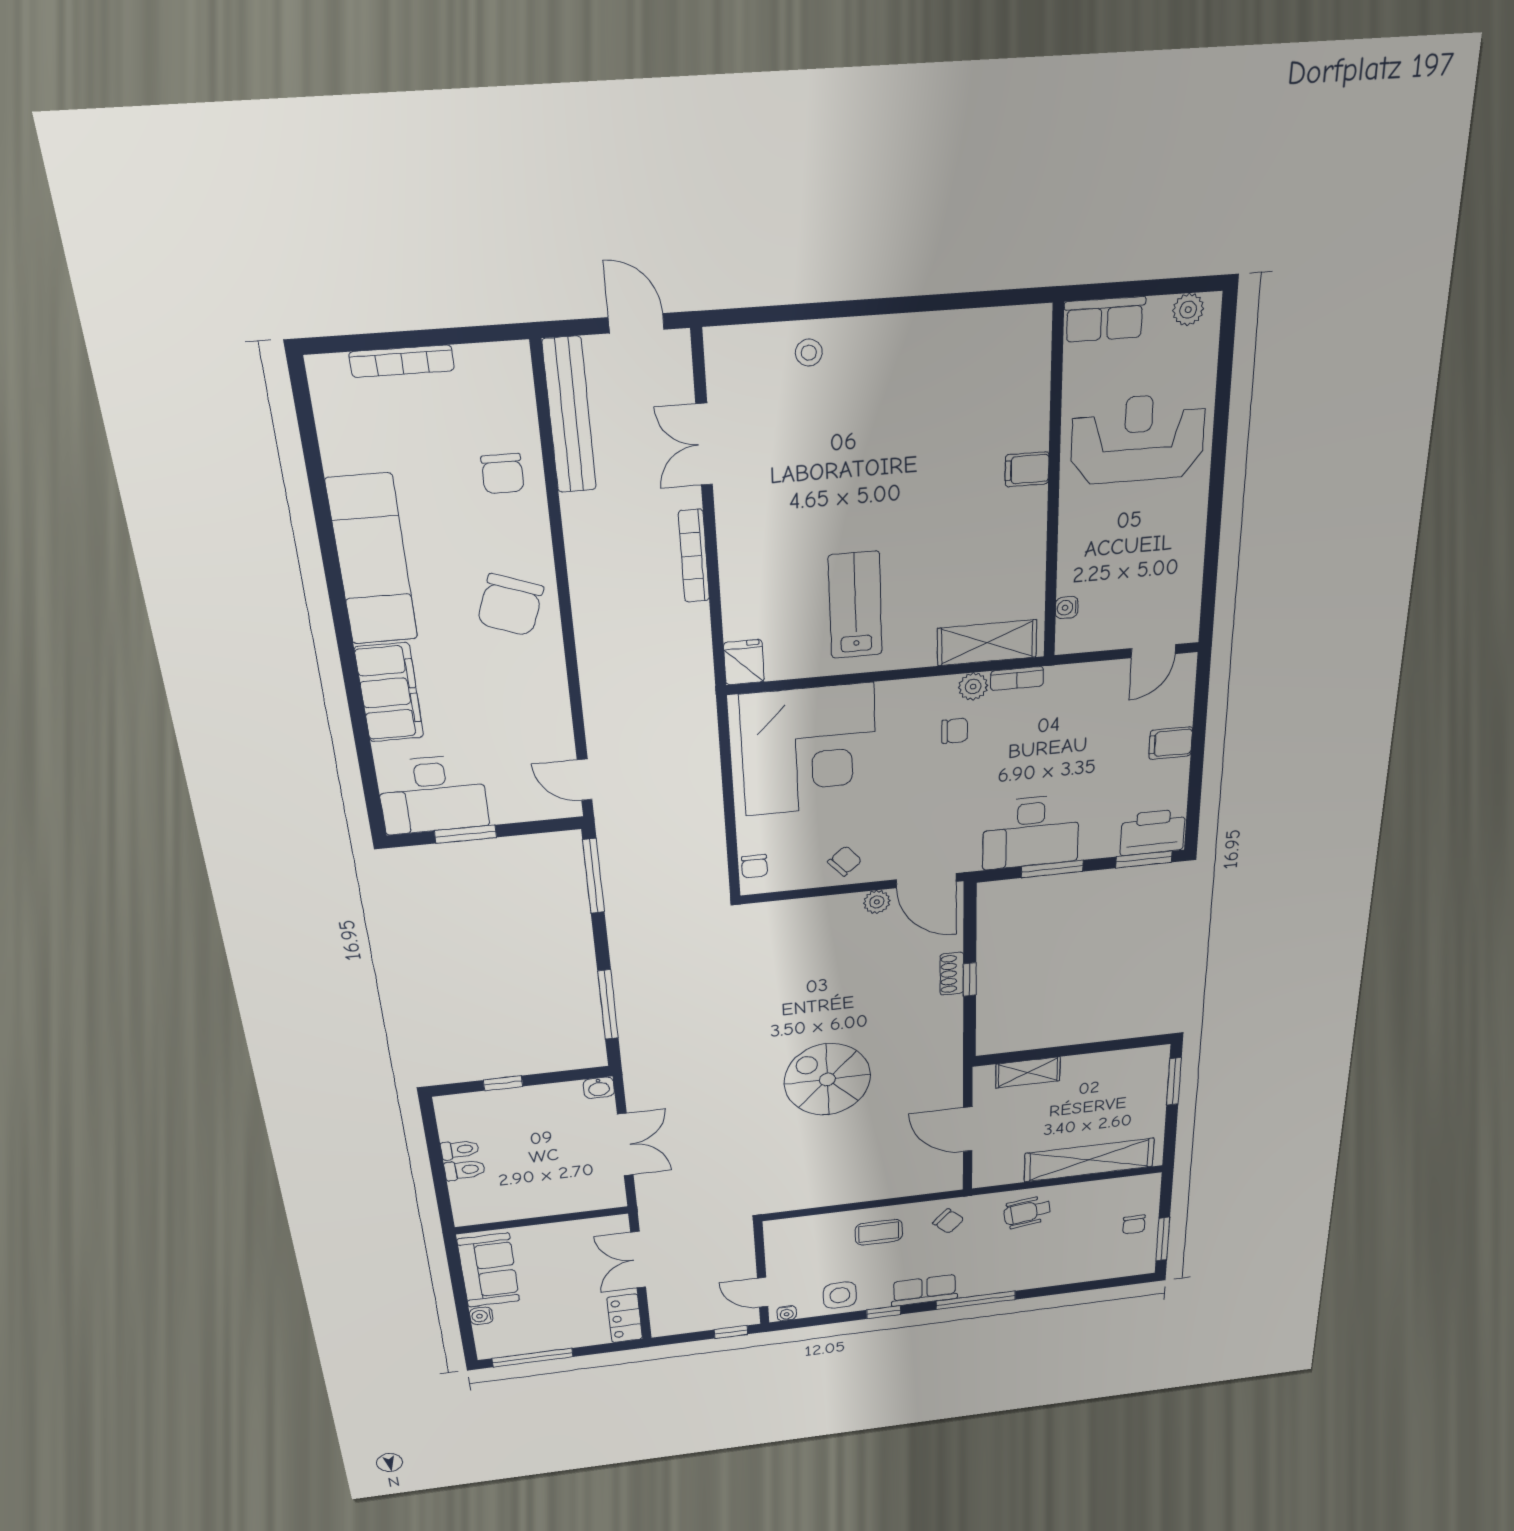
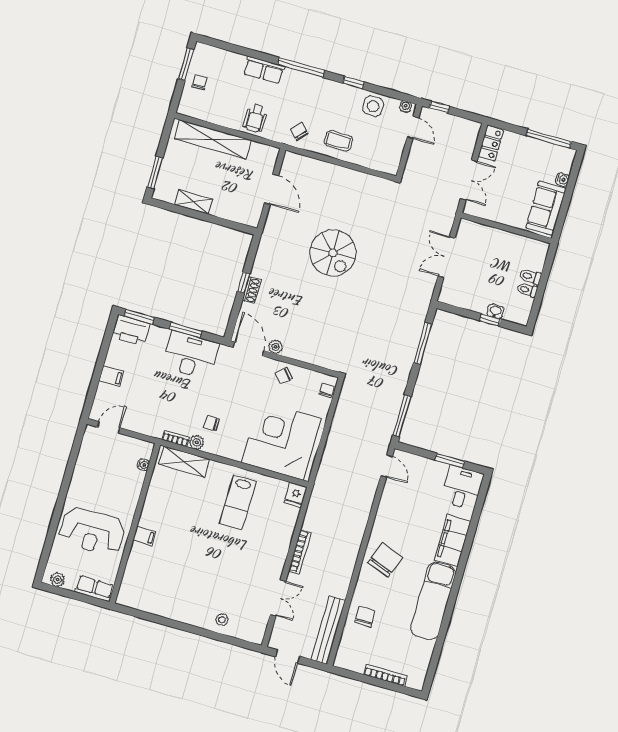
desk: (433, 794) -> (462, 488), width x0.73
shelving: (1028, 1072) -> (193, 202), moved
washbasin: (599, 1088) -> (495, 311), moved
wheelchair: (1027, 1212) -> (255, 118), turned 98
row of seats: (924, 1290) -> (264, 70), moved

